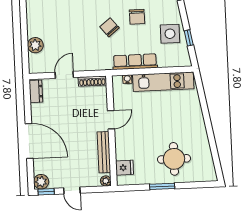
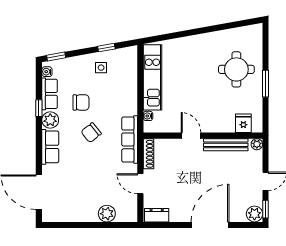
side table: (170, 34) -> (101, 68), width x0.54, depth x0.54
row of seats: (135, 62) -> (130, 139), moved

